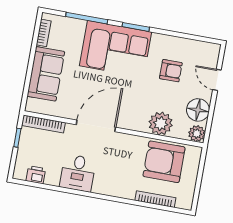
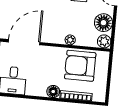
plant: (161, 124) -> (70, 40), width x0.53, depth x0.53
floor lamp: (127, 191) -> (53, 92), added

